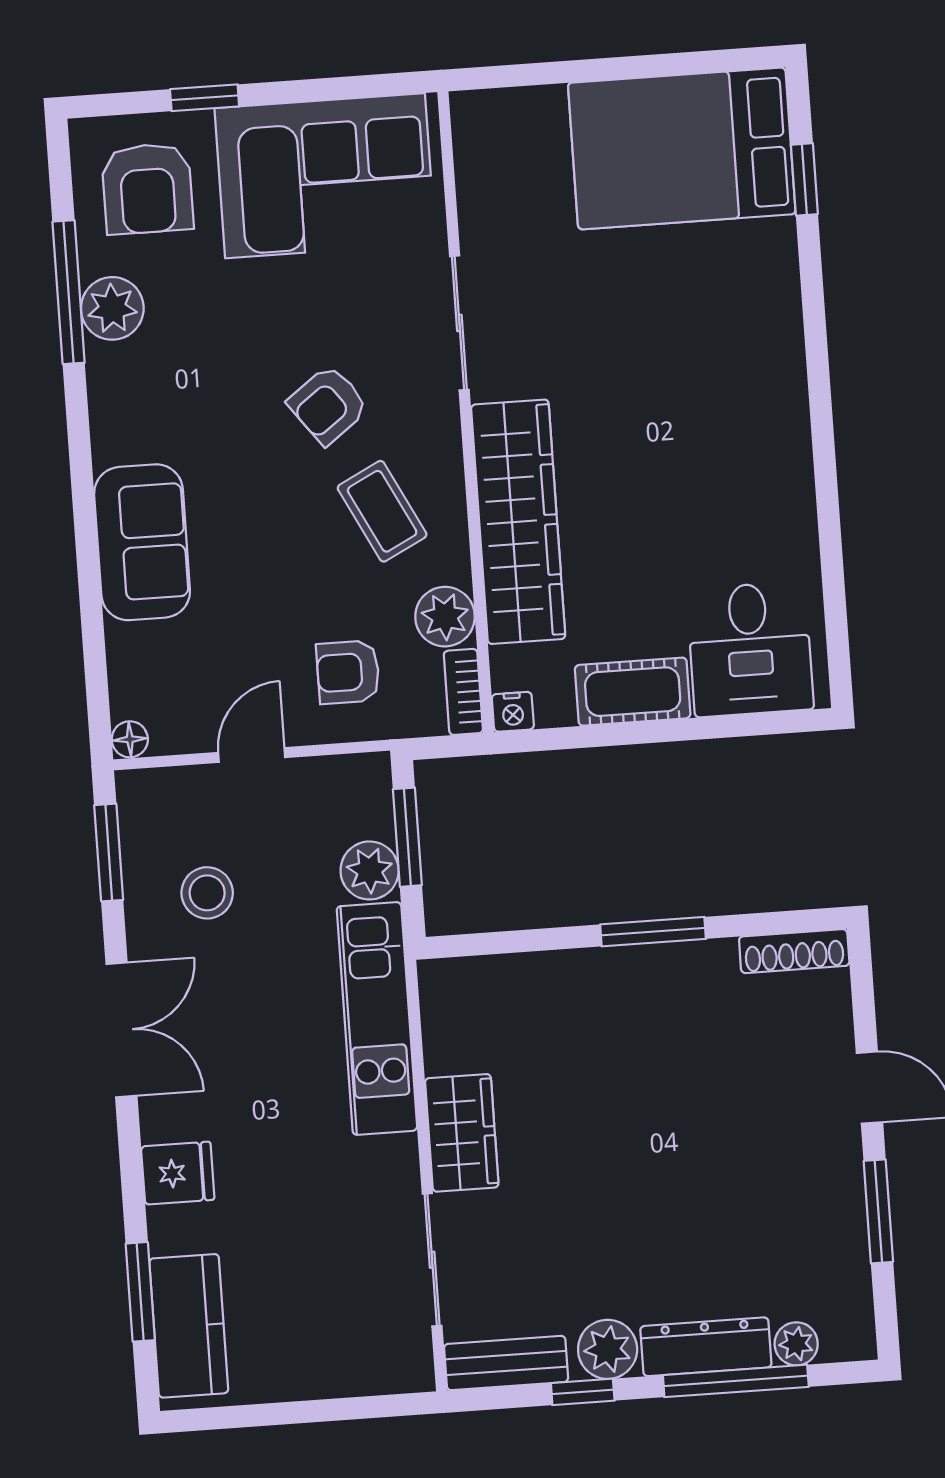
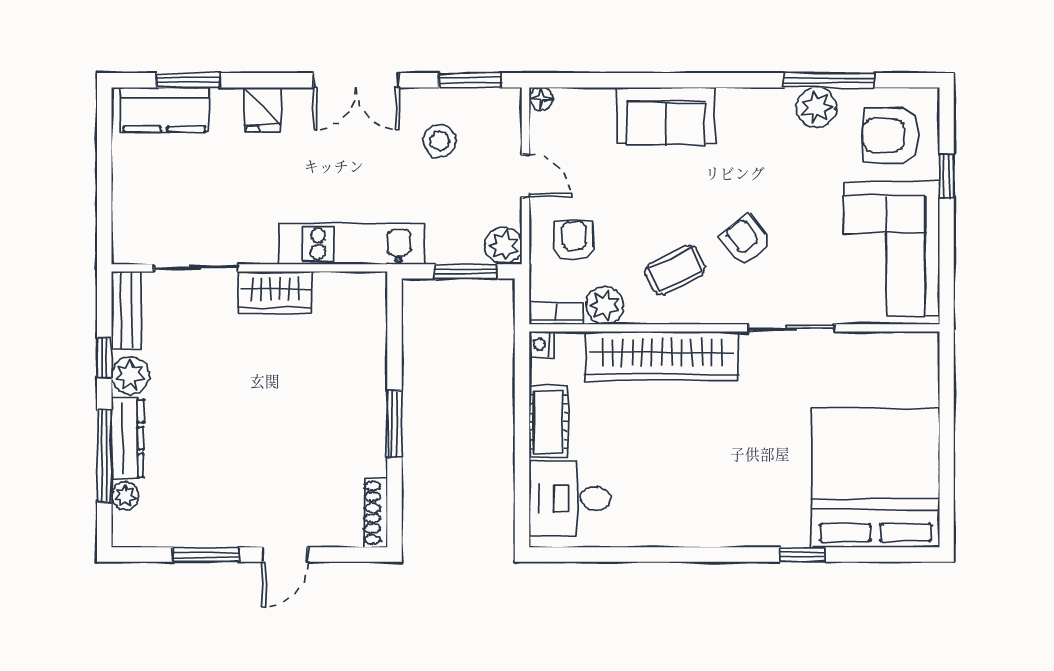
bed: (682, 148) -> (875, 478), width x1.36
window: (804, 179) -> (802, 554), moved
plant: (370, 870) -> (503, 246), moved

